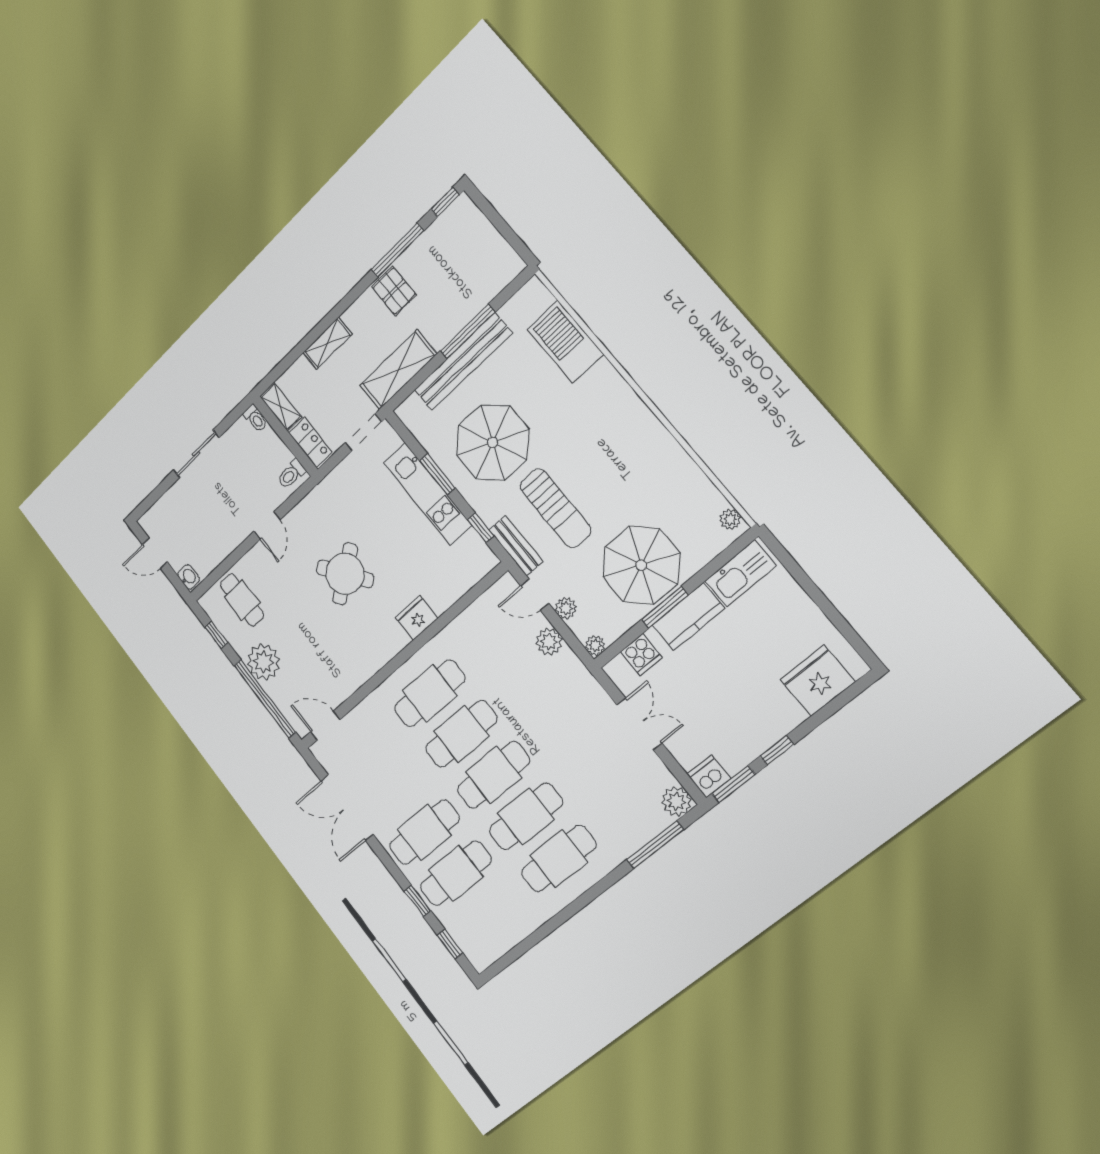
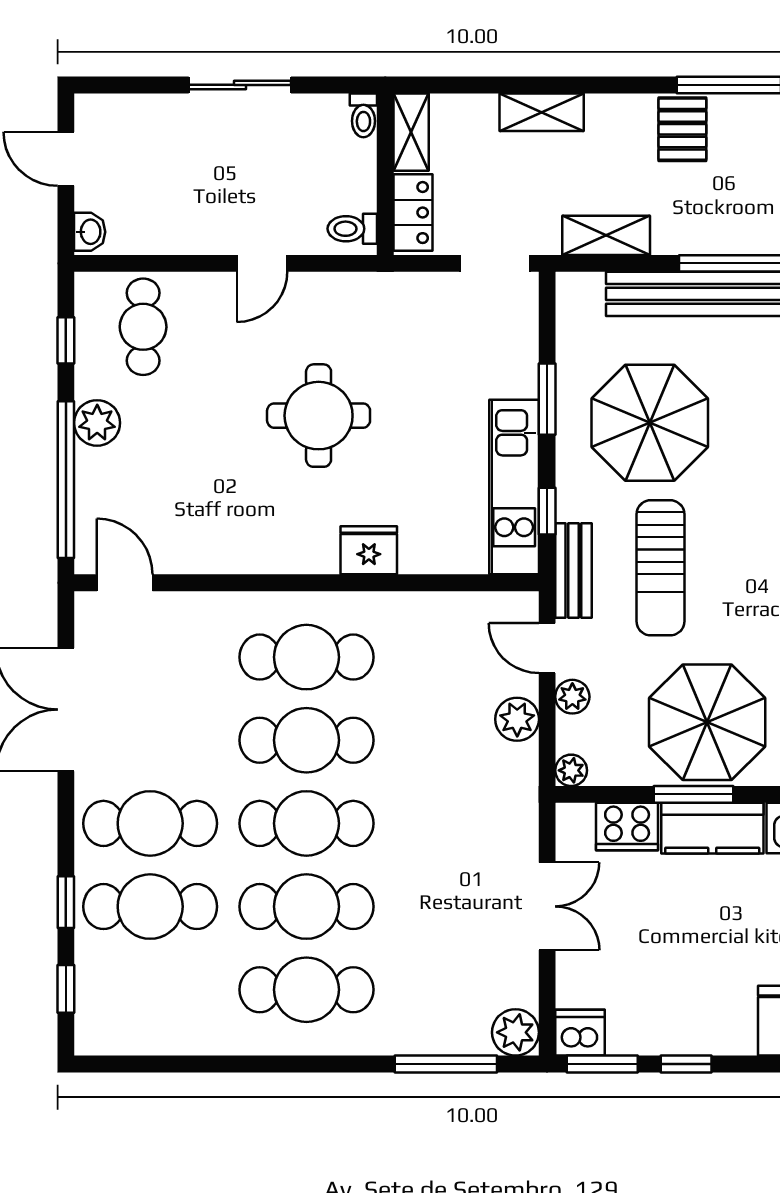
shelving: (398, 370) -> (606, 235), width x0.67, depth x0.75
kitchen unit: (428, 494) -> (514, 487), moved
round table: (345, 574) -> (319, 416), turned 36
cooker: (641, 654) -> (627, 827), width x1.36
plant: (264, 662) -> (97, 423), width x0.73, depth x0.73

